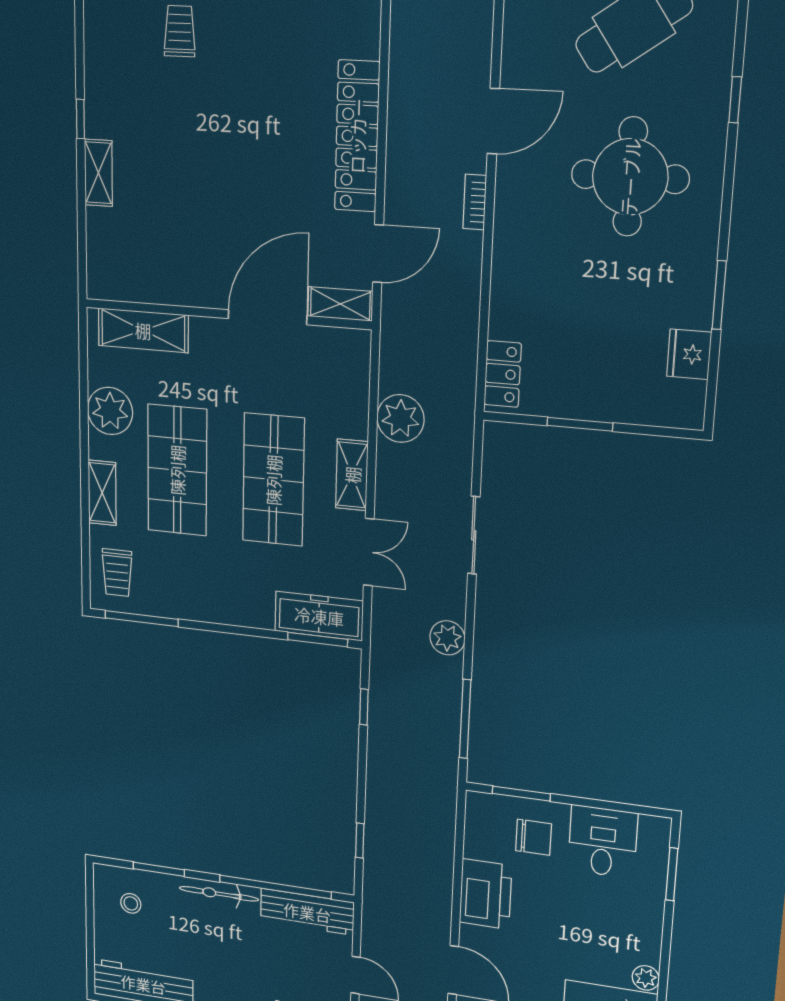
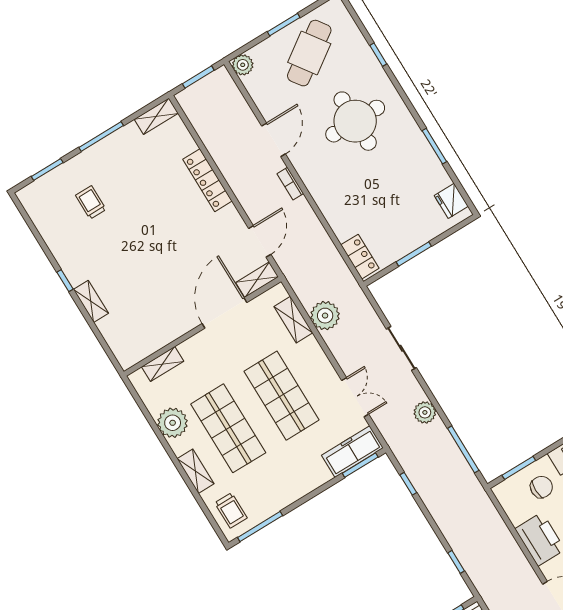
locker: (357, 136) -> (207, 180), width x0.71, depth x0.83
shelving: (143, 330) -> (163, 364), width x0.67, depth x0.75
fridge: (689, 354) -> (451, 201), moved
shelving: (352, 475) -> (293, 320), moved

